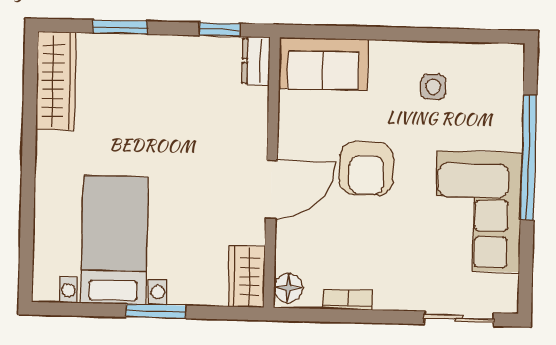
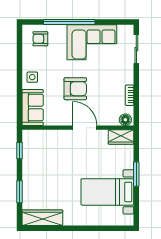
dresser: (256, 61) -> (32, 135), removed
side table: (433, 87) -> (32, 77), moved
armchair: (490, 87) -> (40, 39), added

